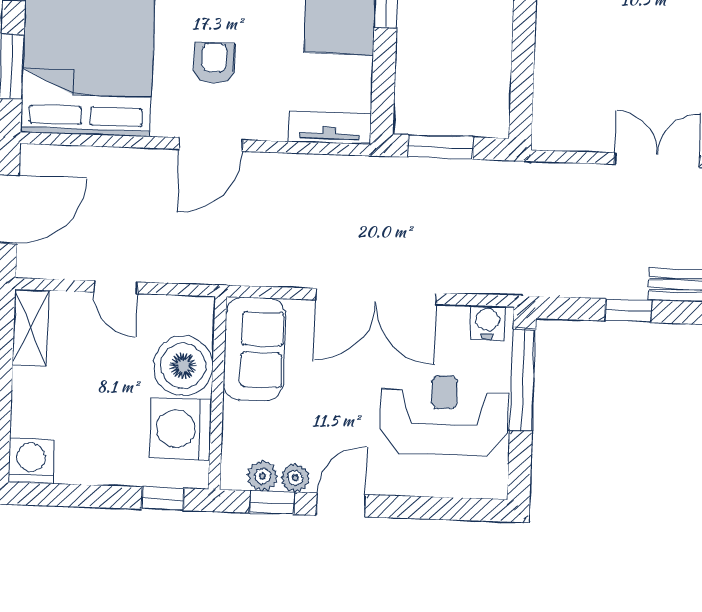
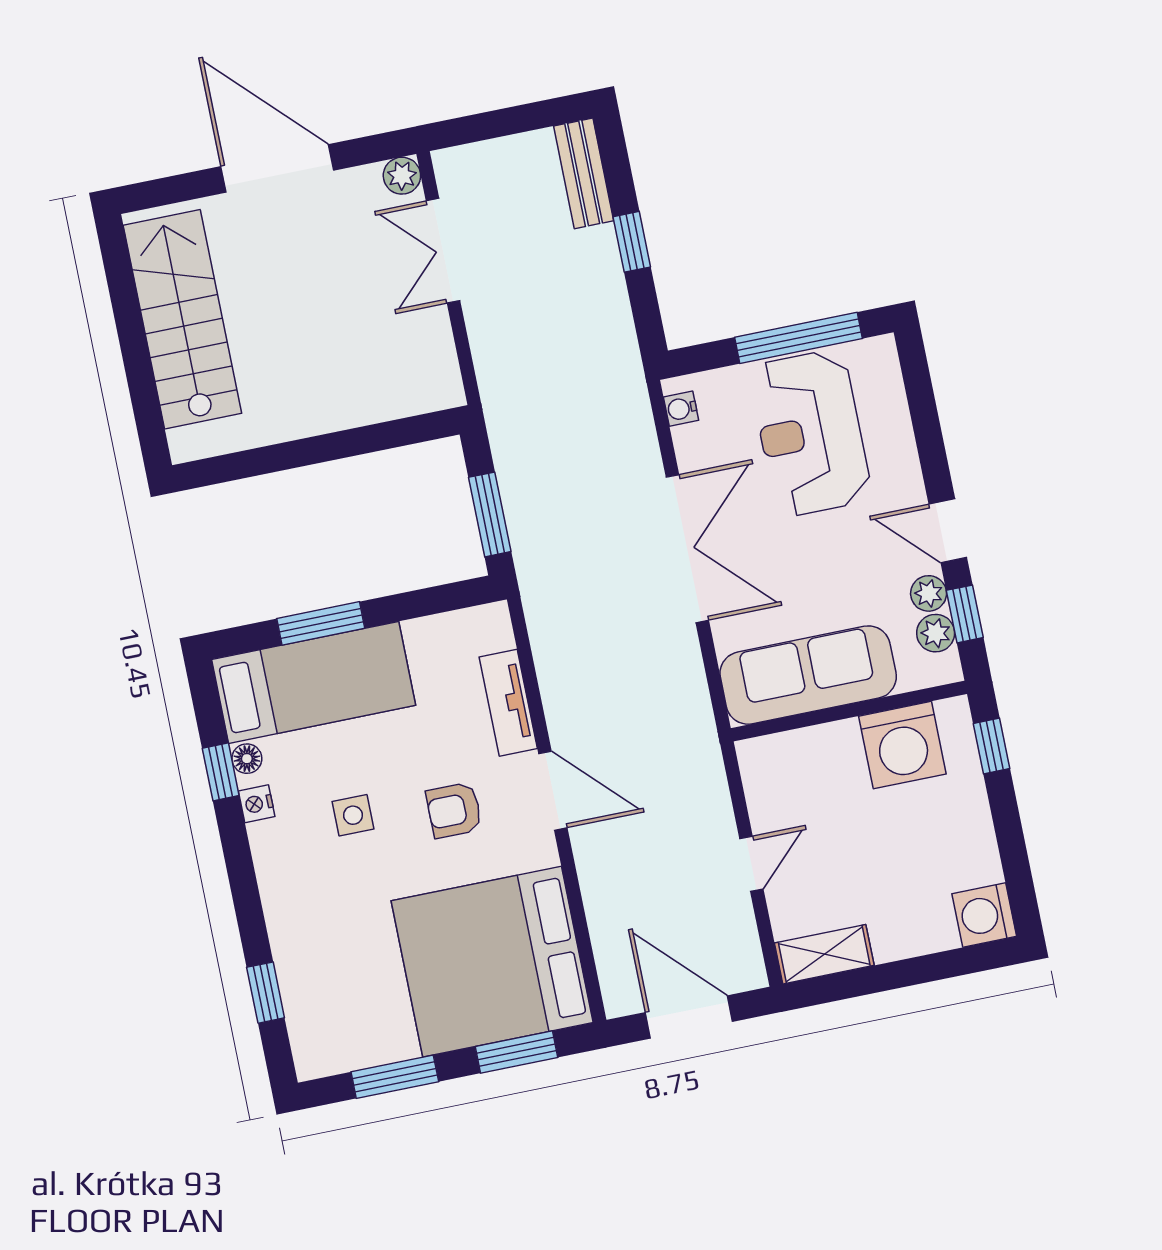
tv unit: (330, 127) -> (508, 703), moved
water cooler: (487, 322) -> (681, 409), width x0.72, depth x0.72
sofa: (254, 349) -> (808, 675), width x1.36
boiler: (183, 366) -> (826, 760), removed
window: (523, 380) -> (798, 338), moved

